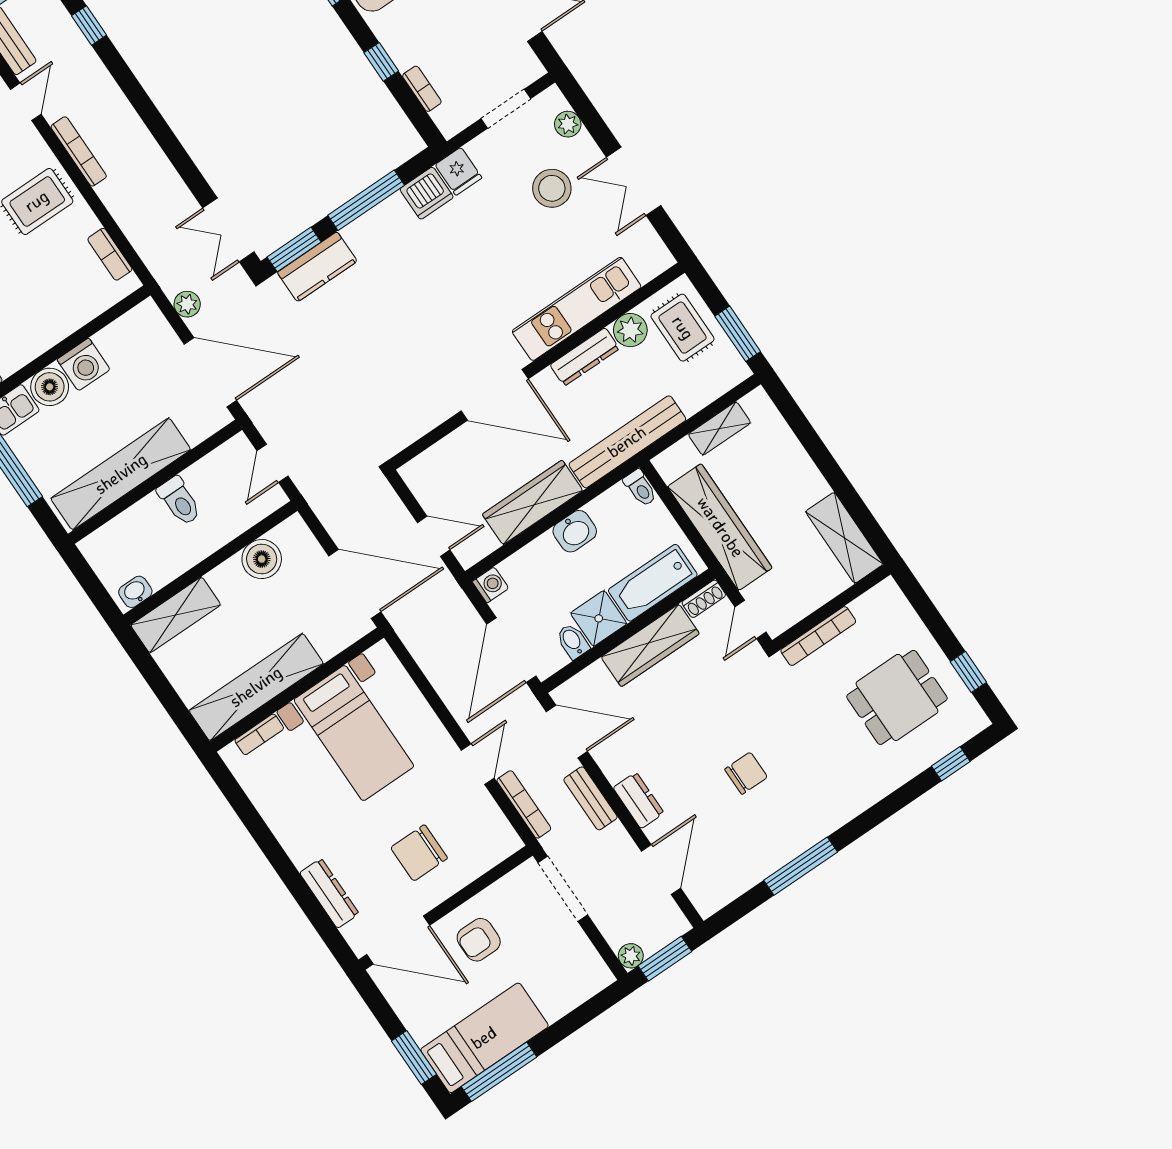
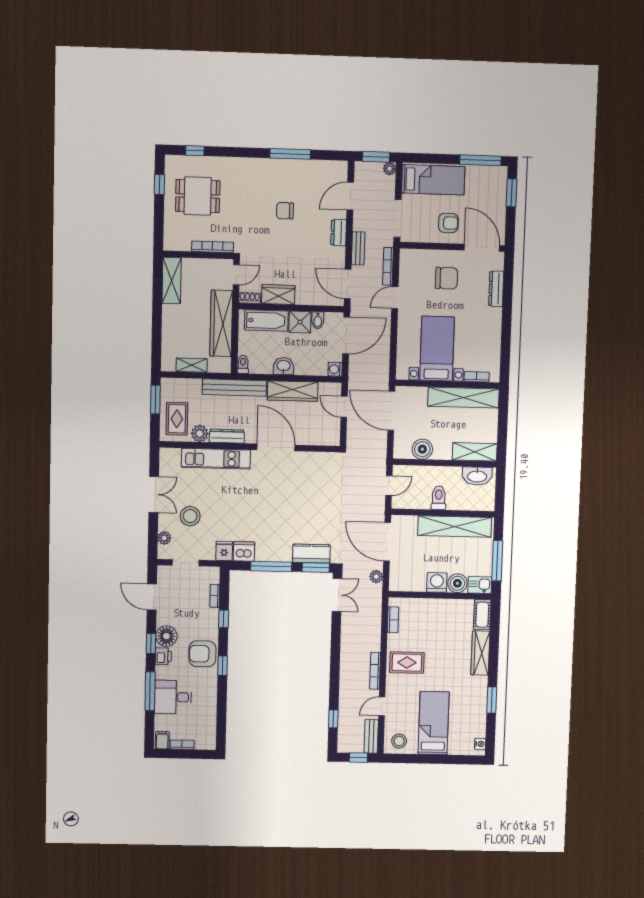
washbasin: (135, 592) -> (477, 476), width x1.91, depth x1.45
wardrobe: (650, 645) -> (278, 295), width x0.67
bed: (484, 1038) -> (433, 180), moved, turned 180

